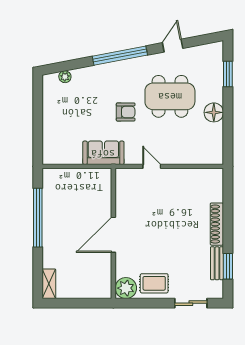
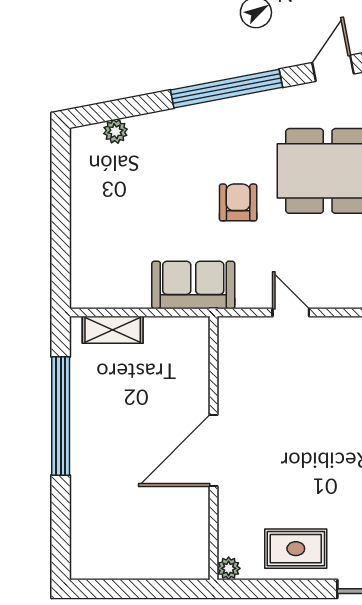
armchair: (126, 112) -> (238, 202), turned -90
shelving: (49, 284) -> (113, 330), moved, turned 90
plant: (126, 288) -> (229, 568), width x0.53, depth x0.53

